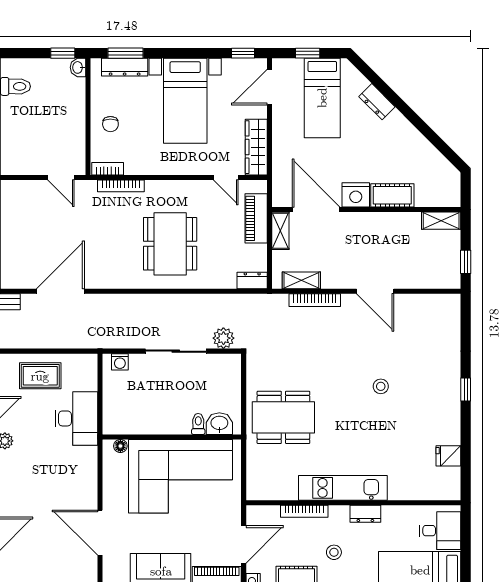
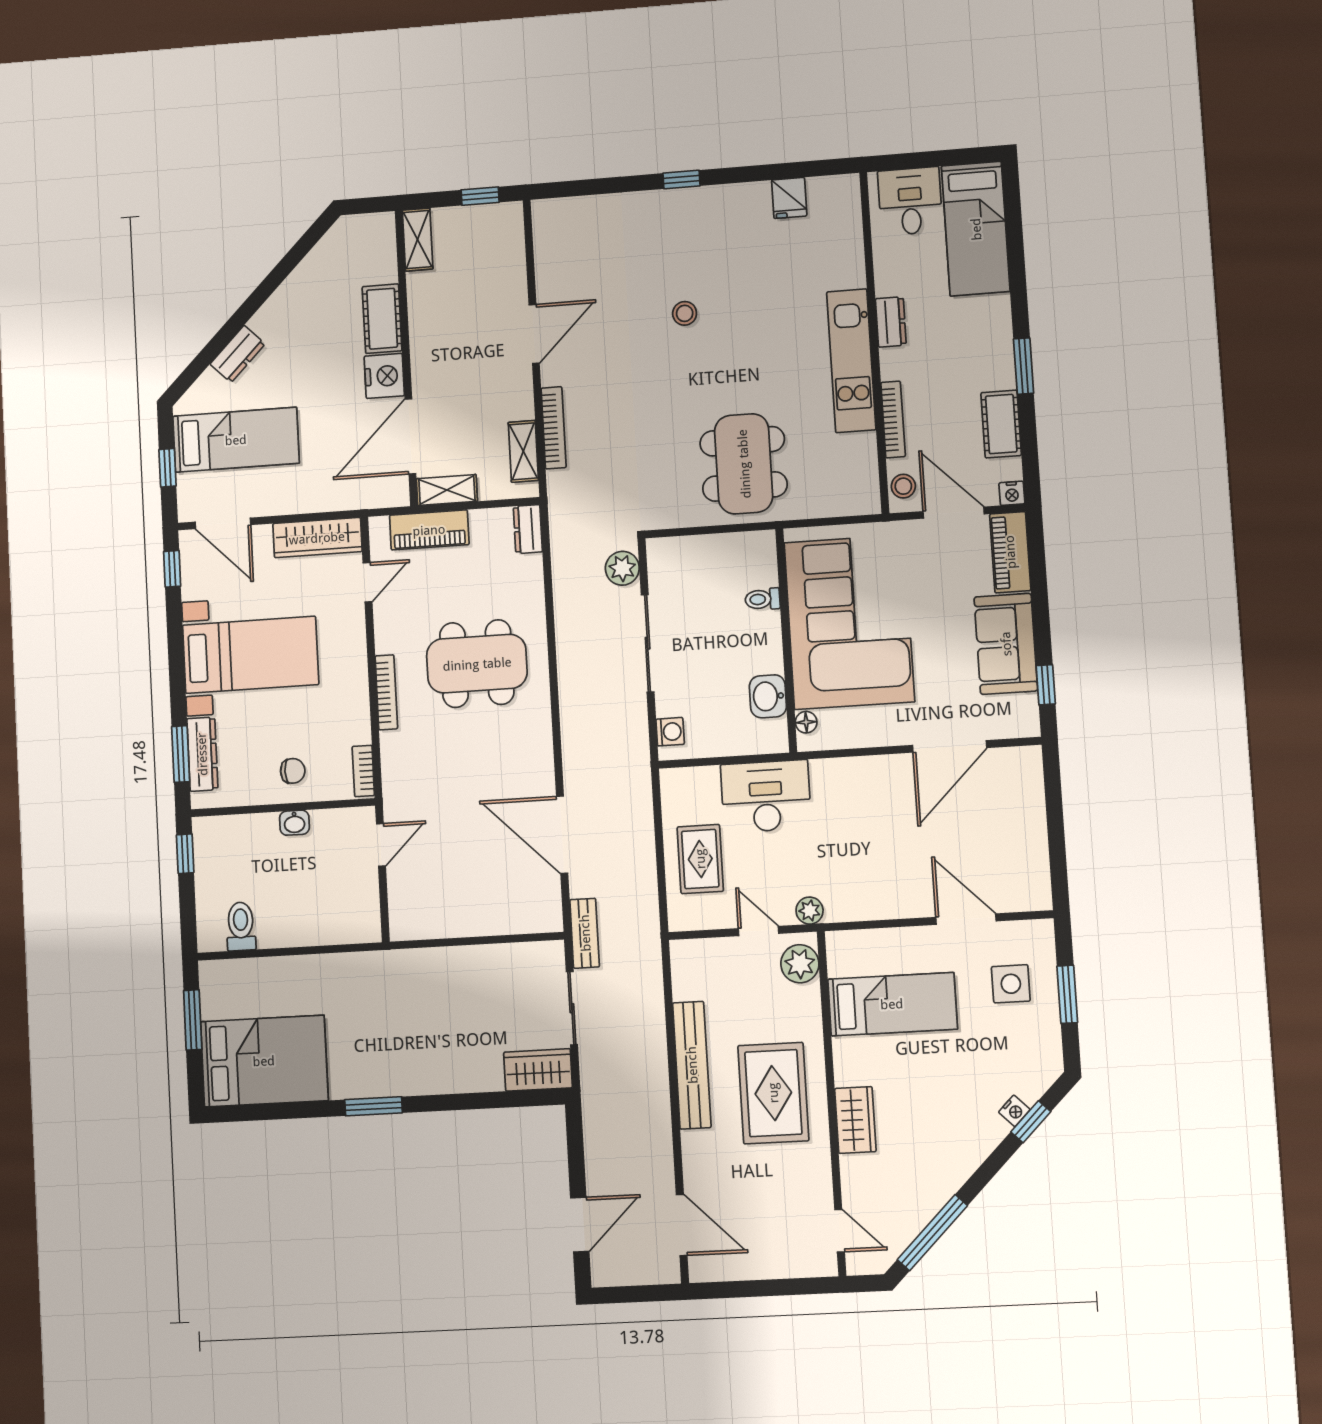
washbasin: (78, 67) -> (294, 823), moved
bookcase: (121, 186) -> (386, 692), moved
washbasin: (219, 424) -> (768, 696), moved
stool: (334, 552) -> (903, 486), moved

